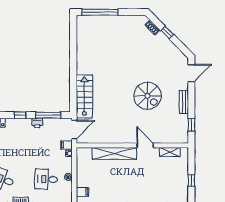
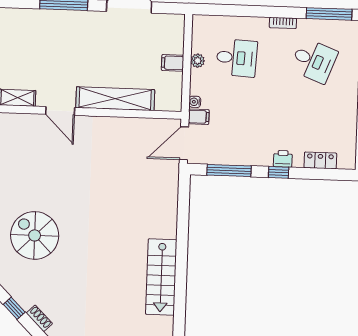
stairs: (84, 96) -> (161, 277), moved
spiral stairs: (147, 96) -> (35, 235), moved
printer: (37, 123) -> (283, 159), moved
filing cabinet: (82, 192) -> (173, 63), moved

